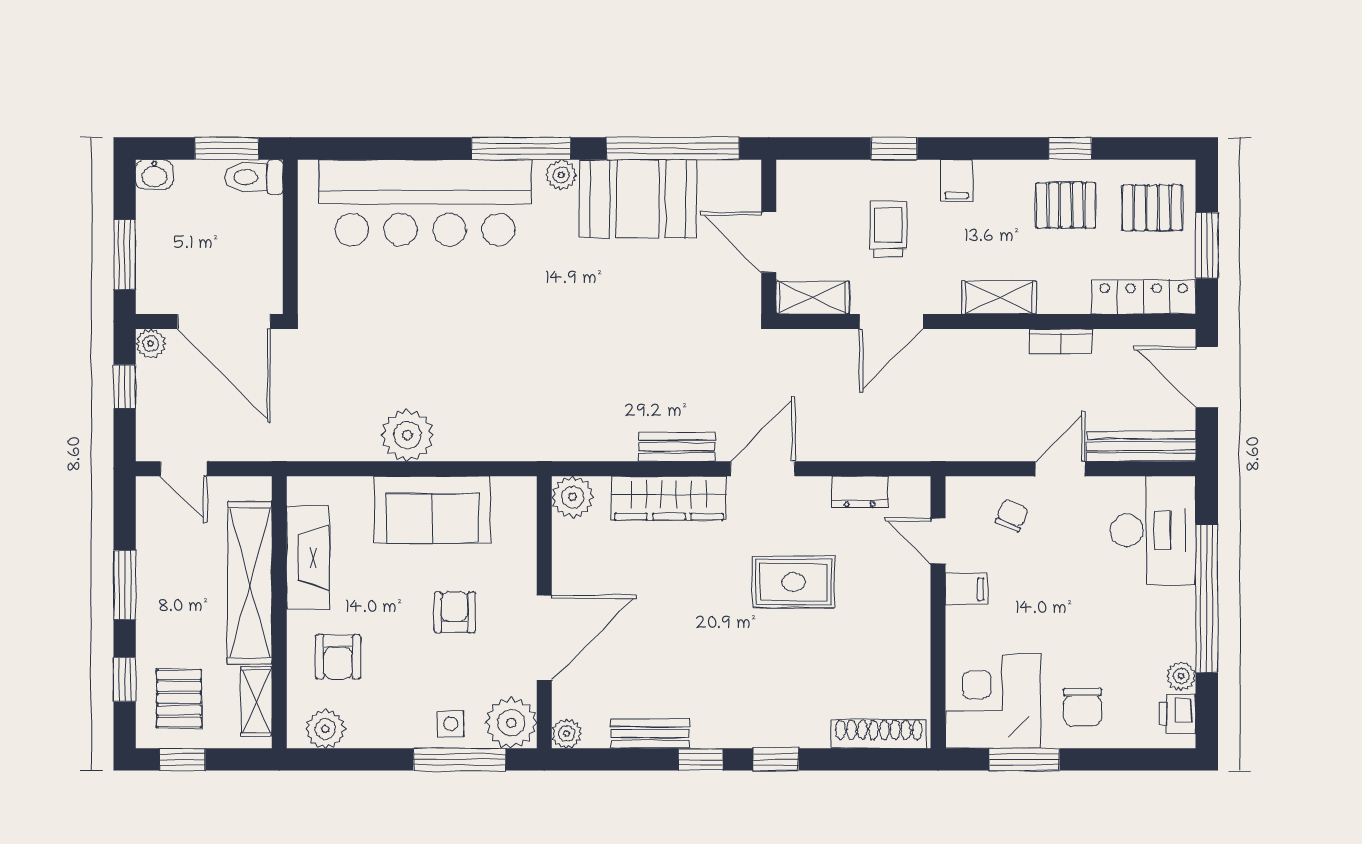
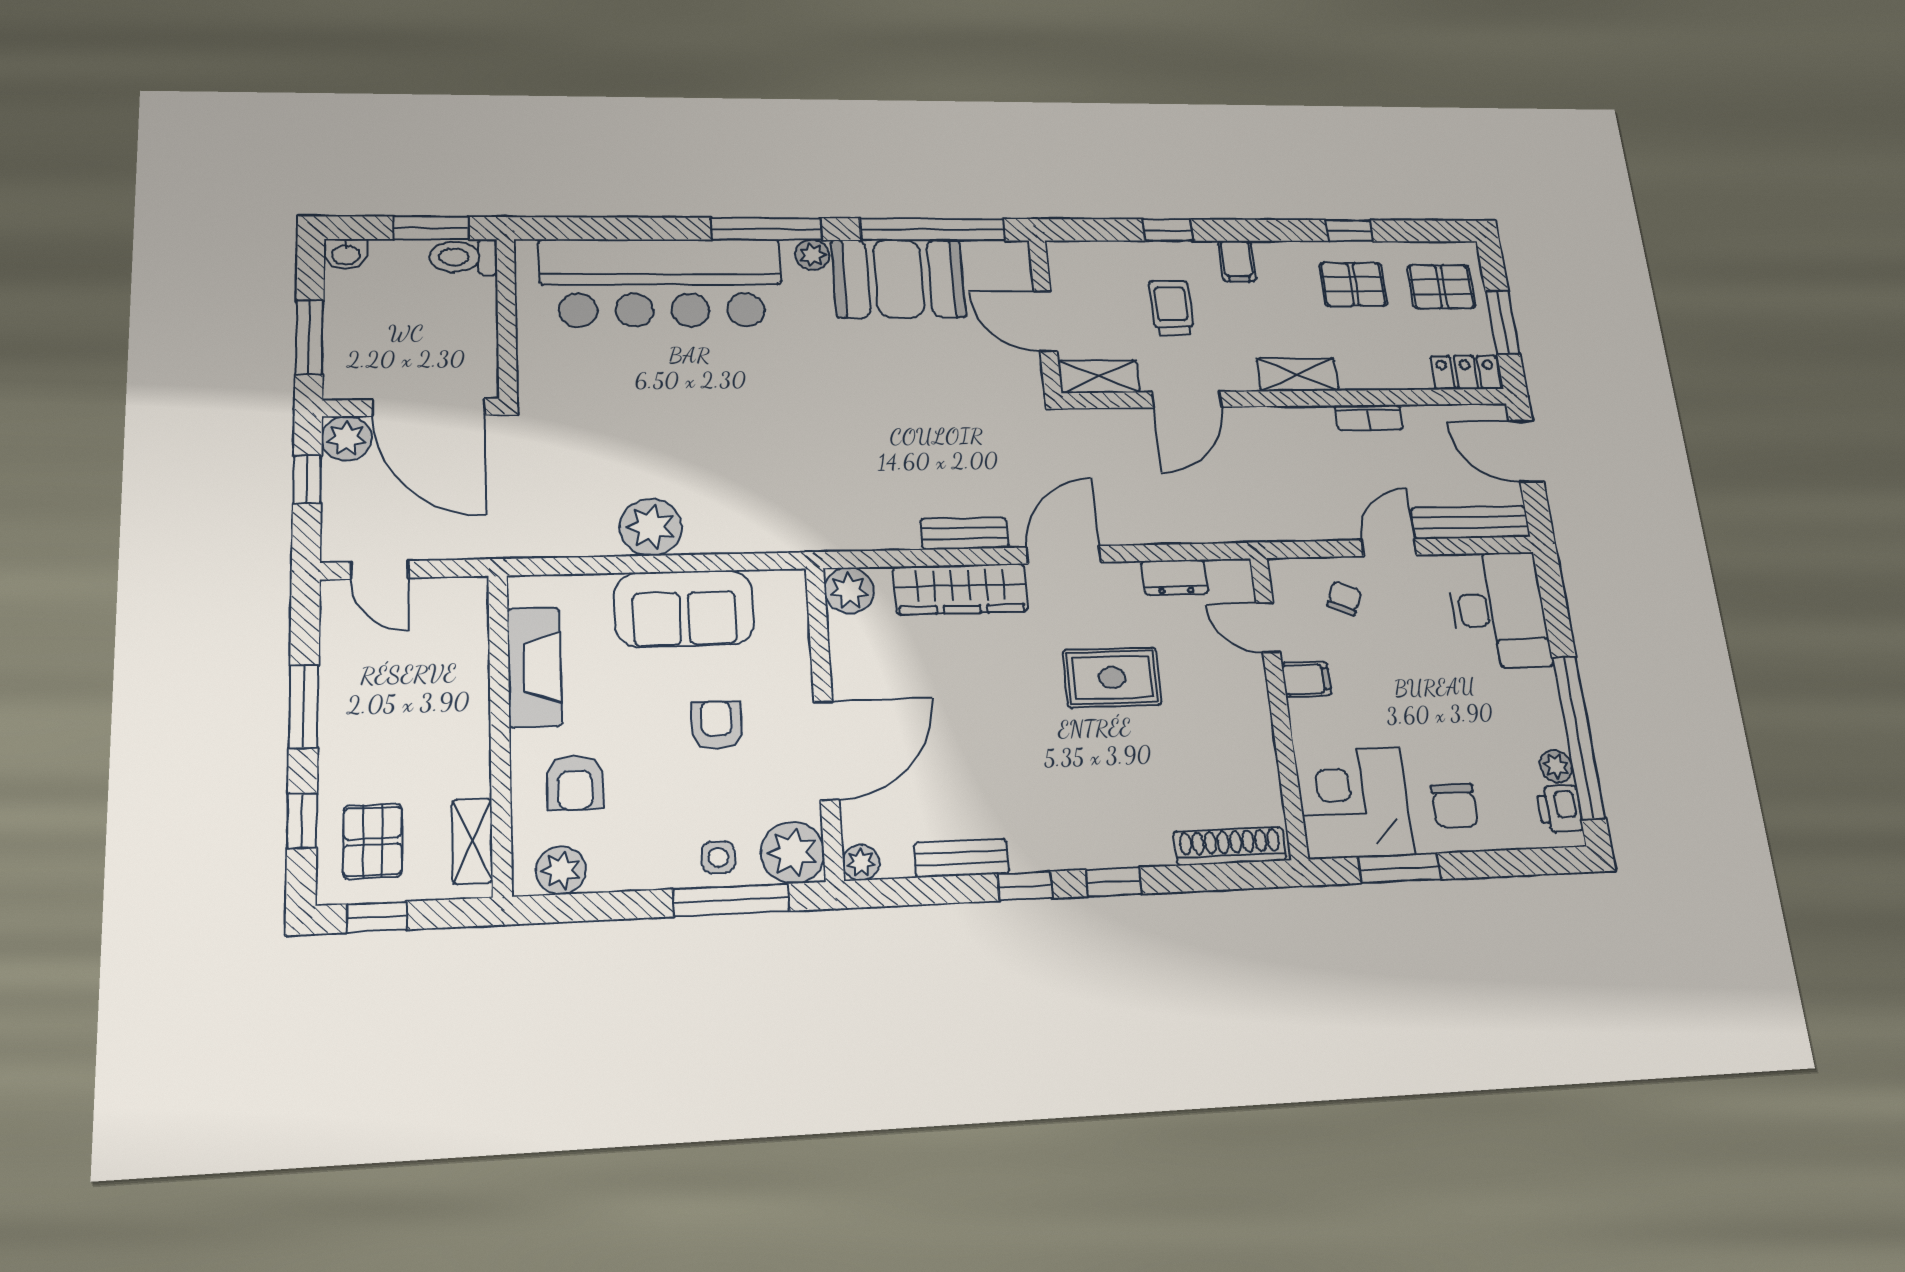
locker: (1144, 297) -> (1466, 372), width x0.66
plant: (151, 344) -> (347, 438), width x1.38, depth x1.38
shelving: (250, 583) -> (463, 699), removed
window: (1207, 599) -> (1579, 737), moved

